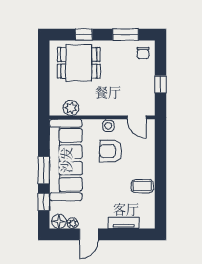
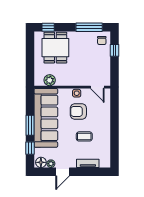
window: (84, 35) -> (48, 27), moved
window: (125, 35) -> (89, 27), width x1.44
dining table: (79, 63) -> (55, 48), turned 90
window: (161, 84) -> (114, 50), moved
coffee table: (142, 186) -> (84, 136), moved

